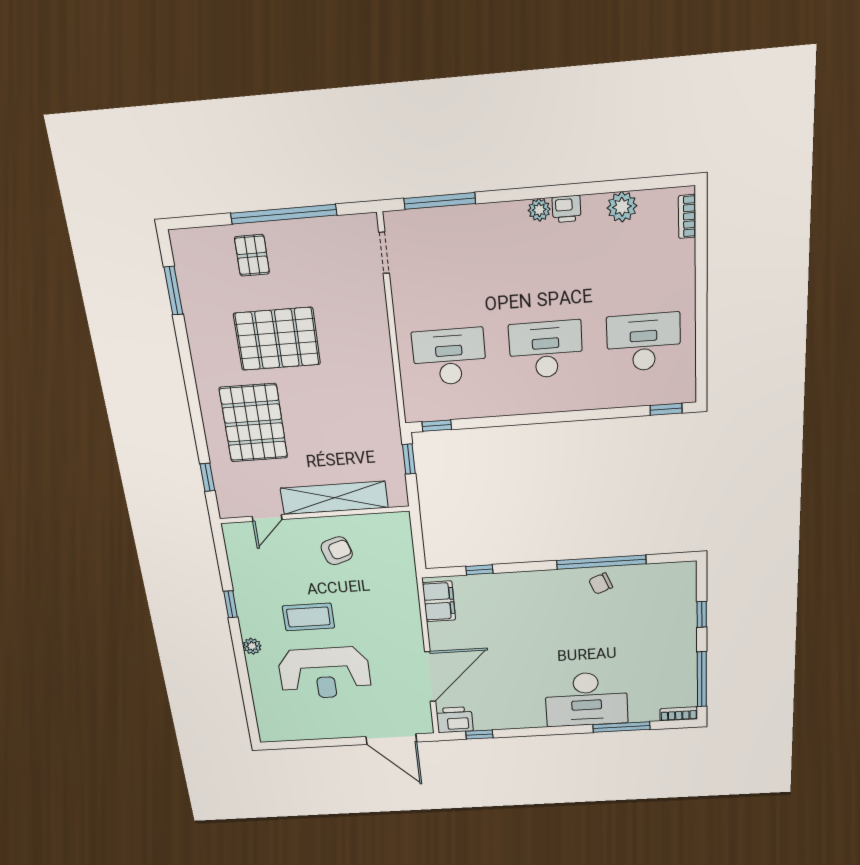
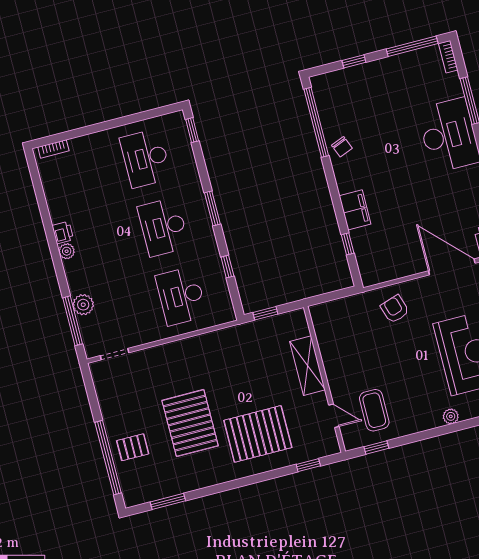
plant: (622, 207) -> (83, 305), moved
window: (284, 214) -> (108, 458), moved
window: (557, 417) -> (212, 208), added
window: (437, 426) -> (227, 267), moved
shelving: (334, 498) -> (307, 366), width x0.68
armchair: (337, 551) -> (395, 309), moved
window: (601, 562) -> (316, 122), moved
filing cabinet: (439, 601) -> (355, 210), moved, turned 90
window: (231, 604) -> (376, 447), moved
coffee table: (308, 617) -> (374, 410), moved

